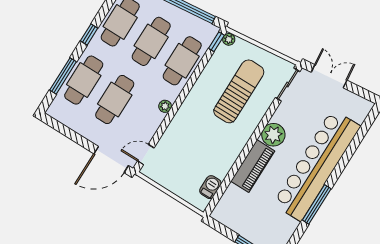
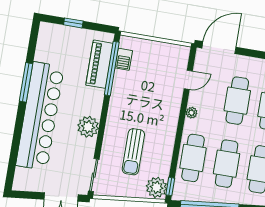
plant: (229, 39) -> (157, 187), width x1.87, depth x1.87
sun lounger: (239, 91) -> (133, 152), width x0.73, depth x0.75
door: (146, 154) -> (188, 80), moved
piano: (253, 166) -> (99, 64), moved
window: (226, 183) -> (112, 69), added

